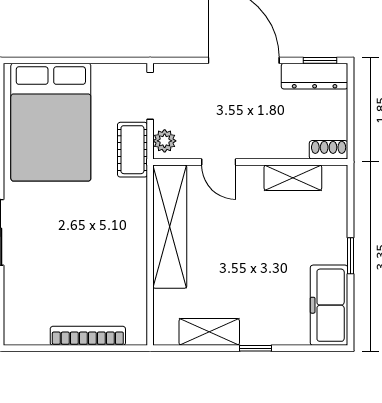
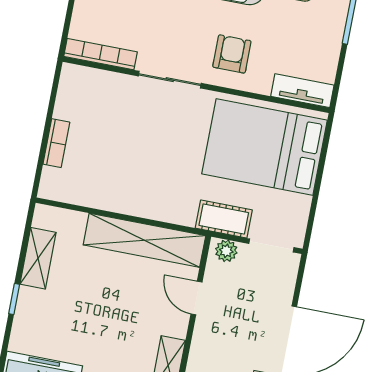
door: (219, 162) -> (197, 298), hinge flipped
bookcase: (88, 336) -> (56, 143), width x0.64

